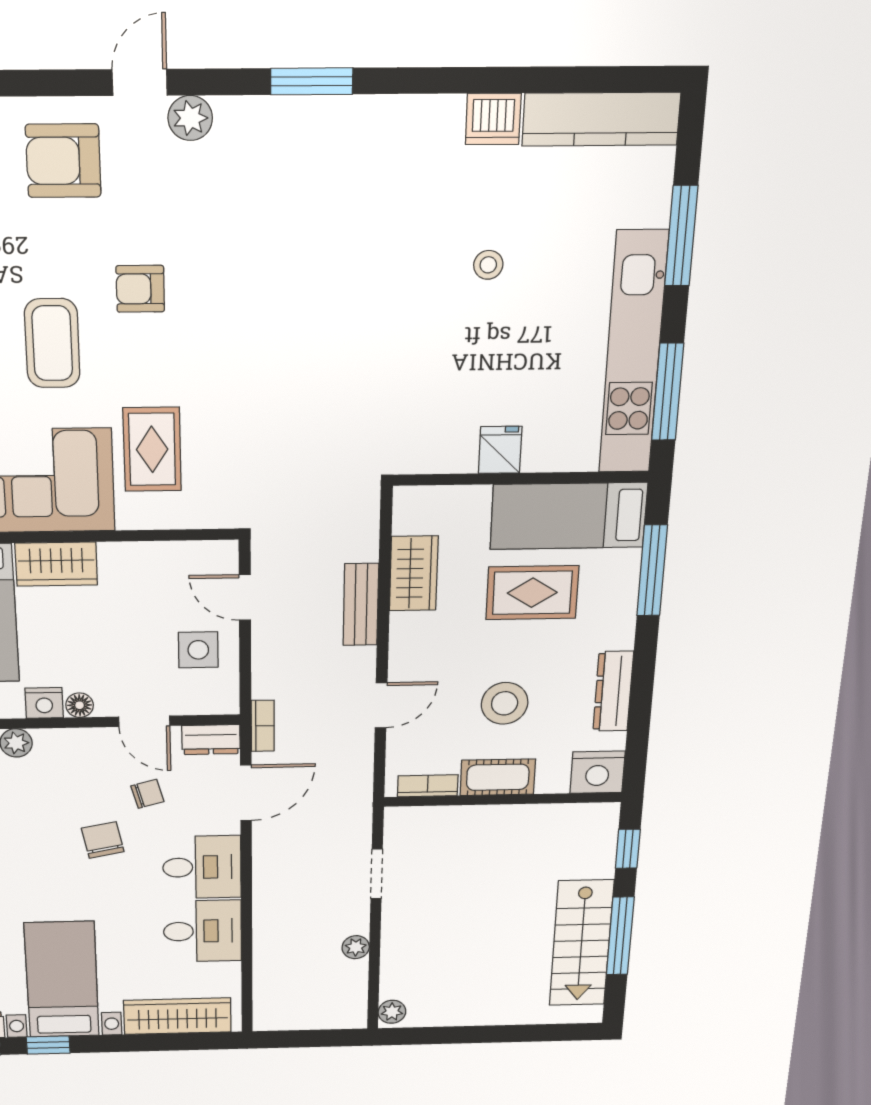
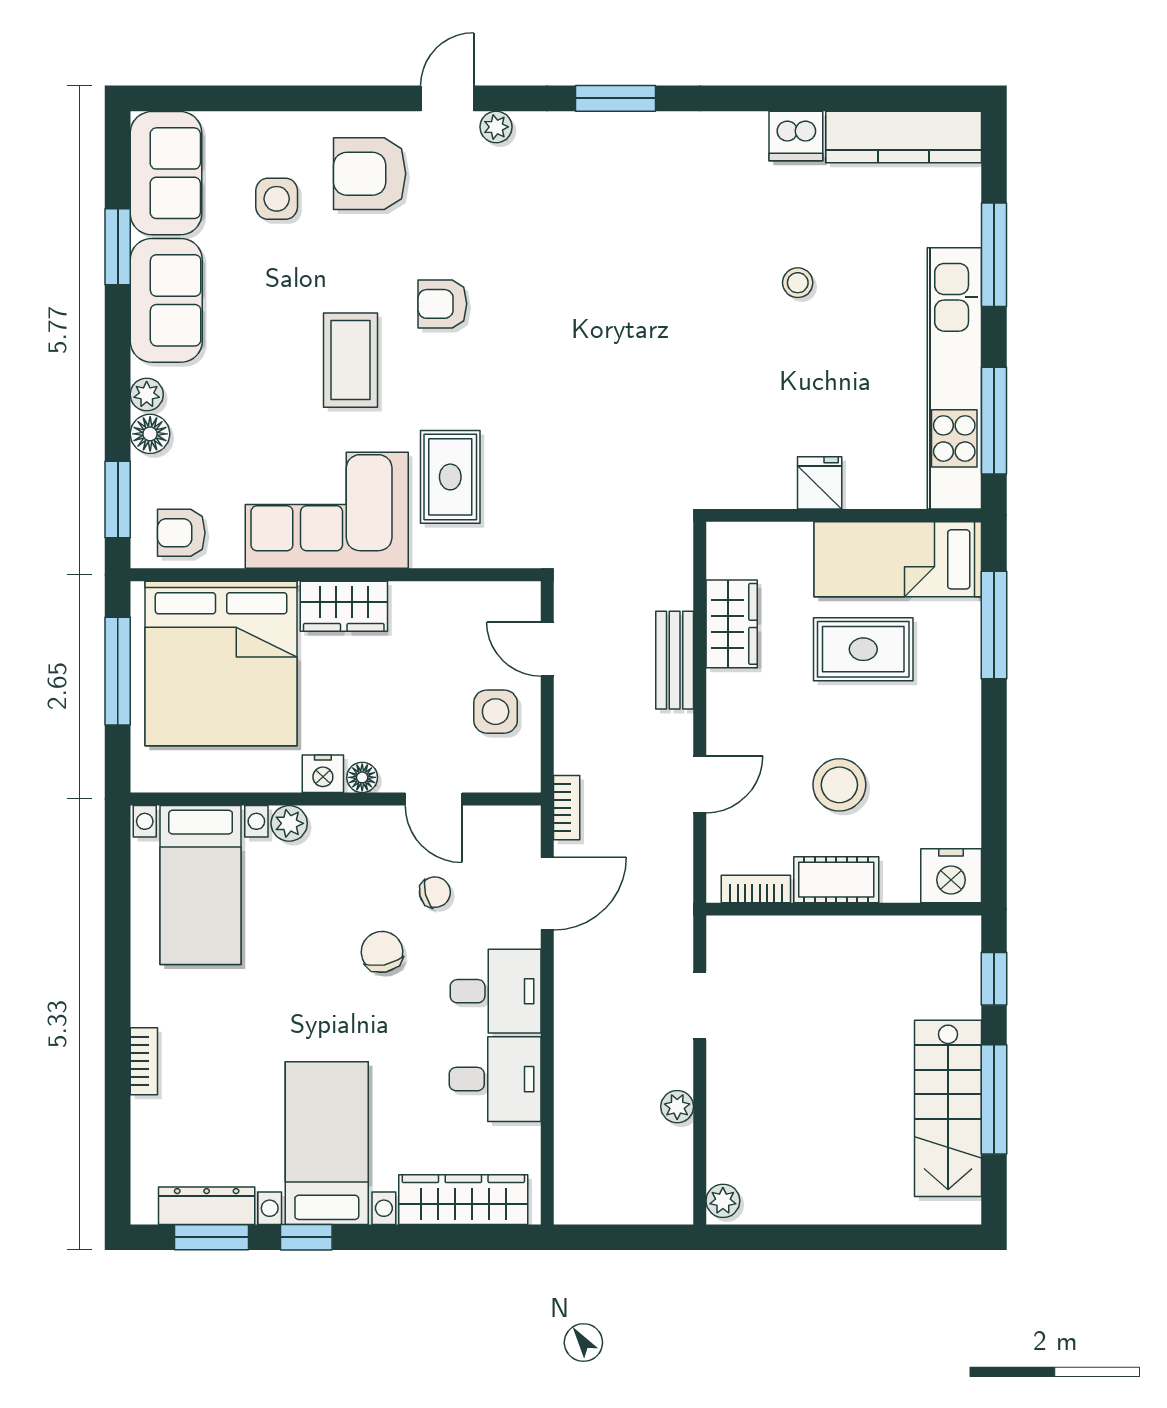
plant: (190, 118) -> (496, 127), width x0.73, depth x0.73
dresser: (613, 691) -> (962, 772), removed
dresser: (211, 740) -> (508, 824), removed

